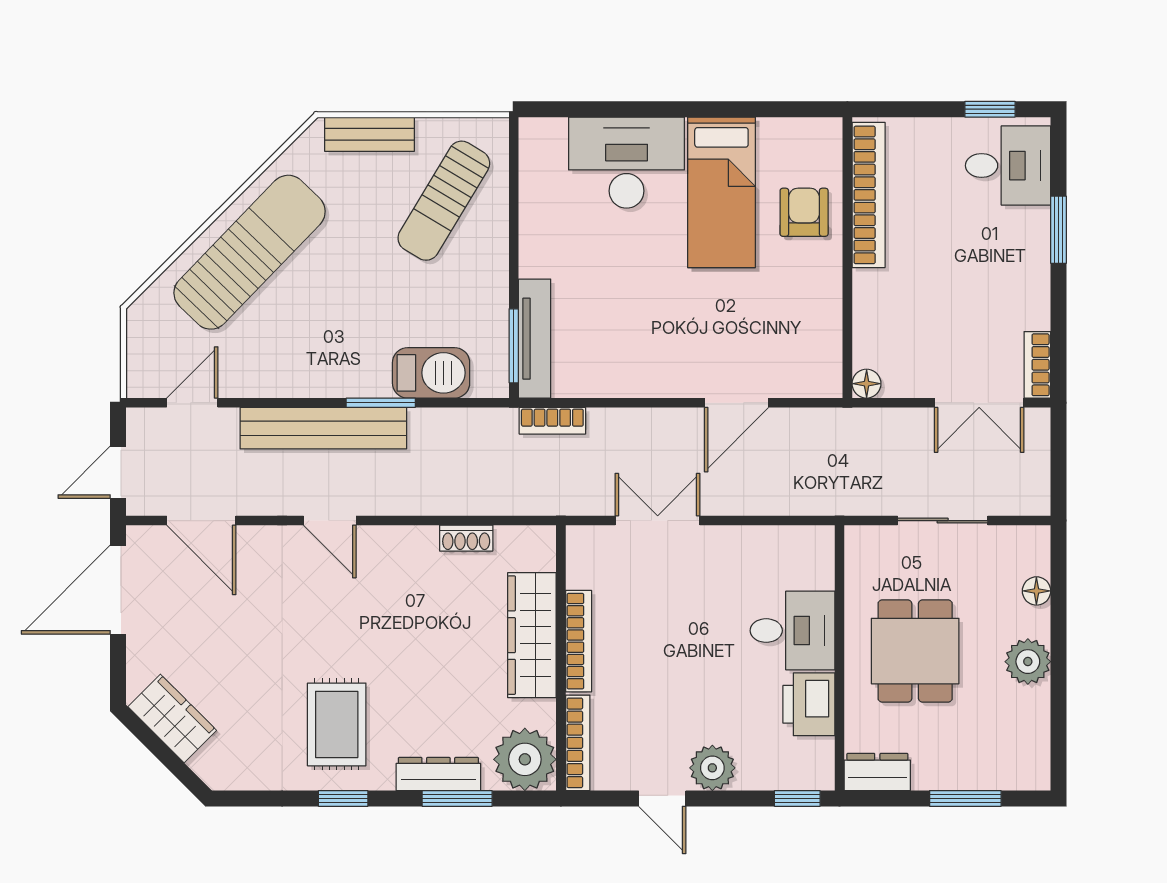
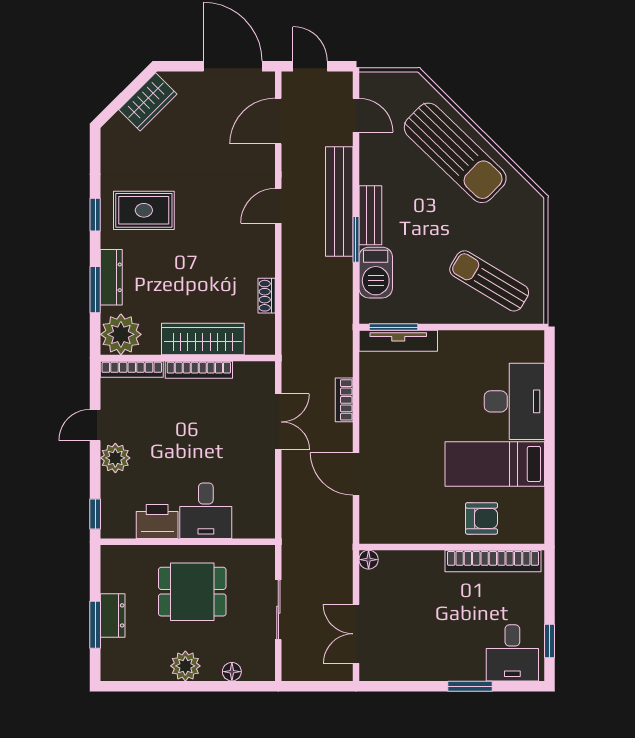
bench: (370, 134) -> (370, 215), moved
bookcase: (1037, 365) -> (381, 672), removed
bookcase: (552, 421) -> (344, 400), moved
dresser: (877, 772) -> (113, 615), moved

